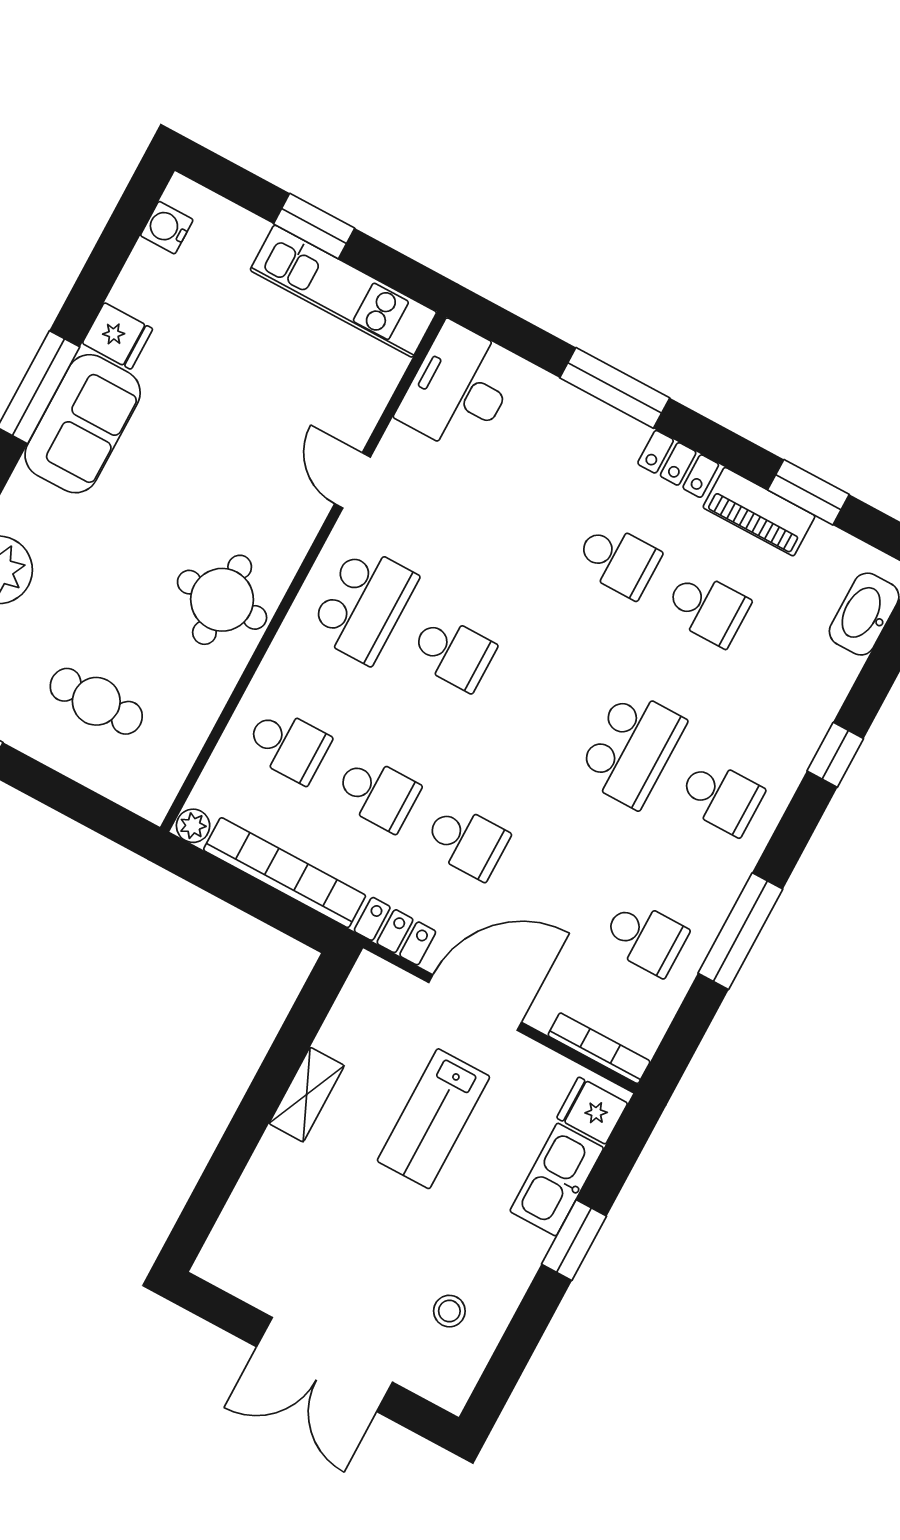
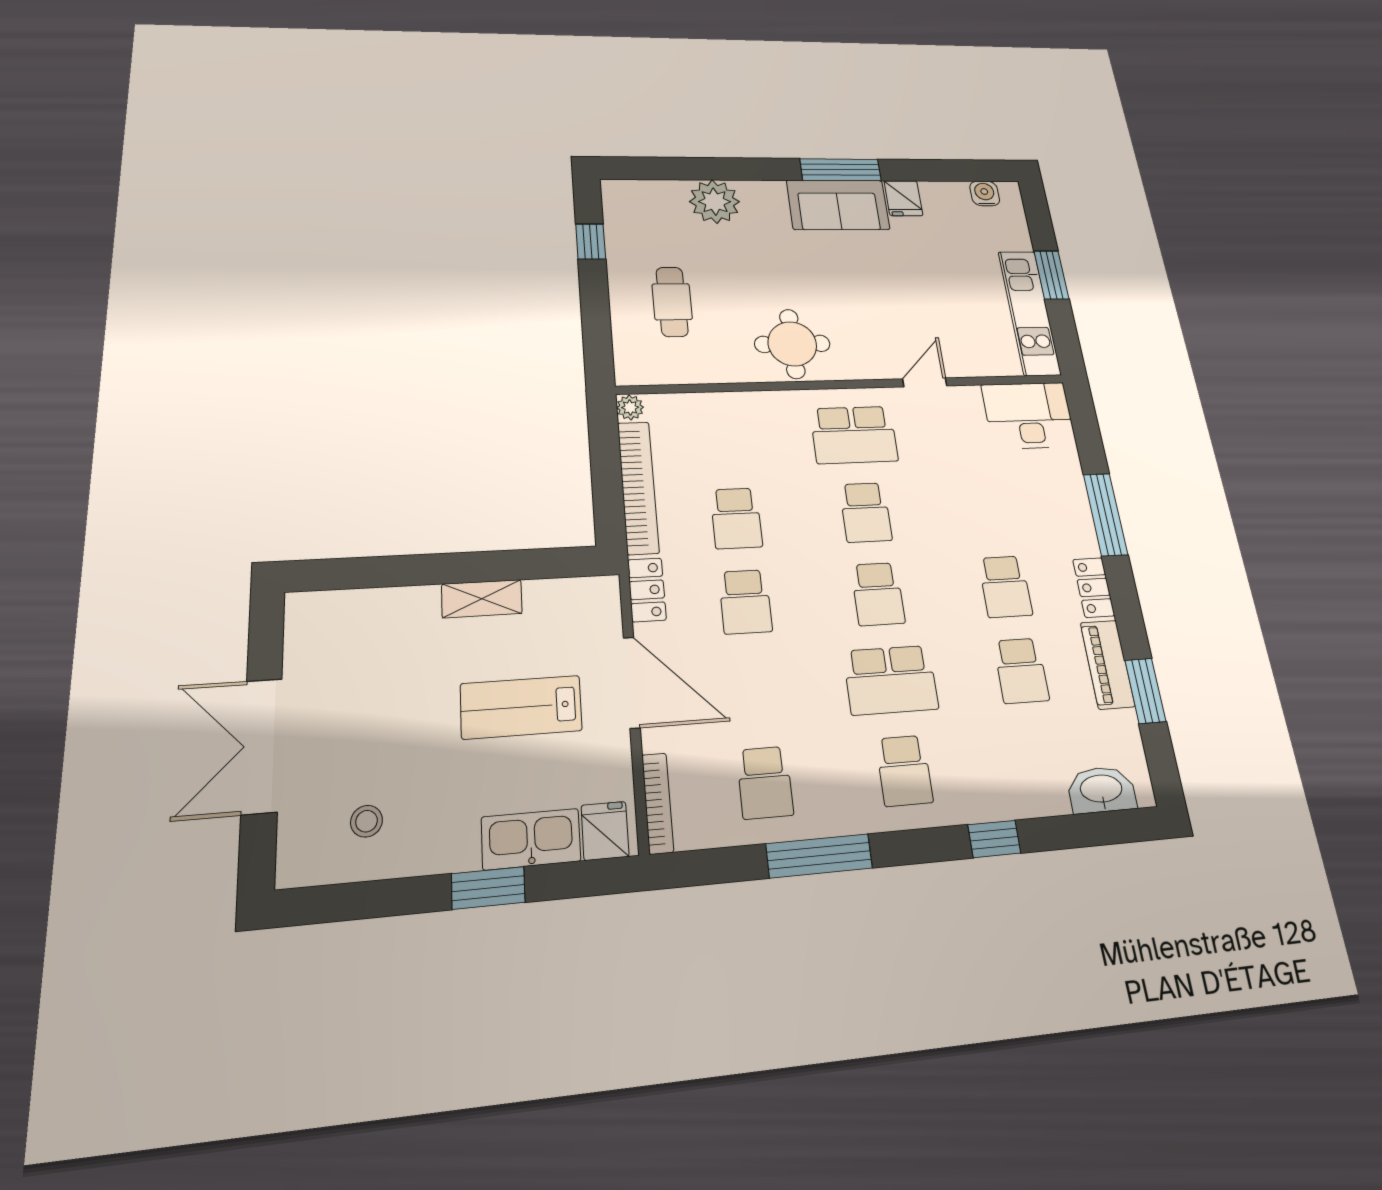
school desk: (288, 745) -> (878, 594), moved

